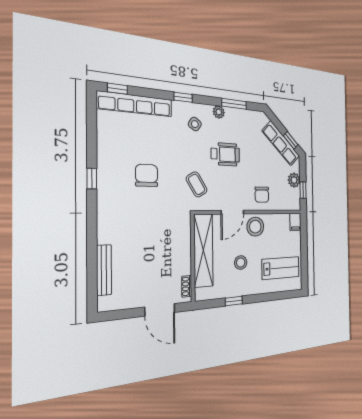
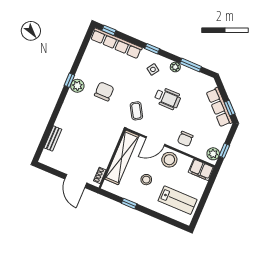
plant: (294, 180) -> (213, 154), moved
plant: (107, 182) -> (77, 86), added
filing cabinet: (295, 222) -> (201, 170), width x2.00
bench: (104, 270) -> (53, 138), width x0.73

